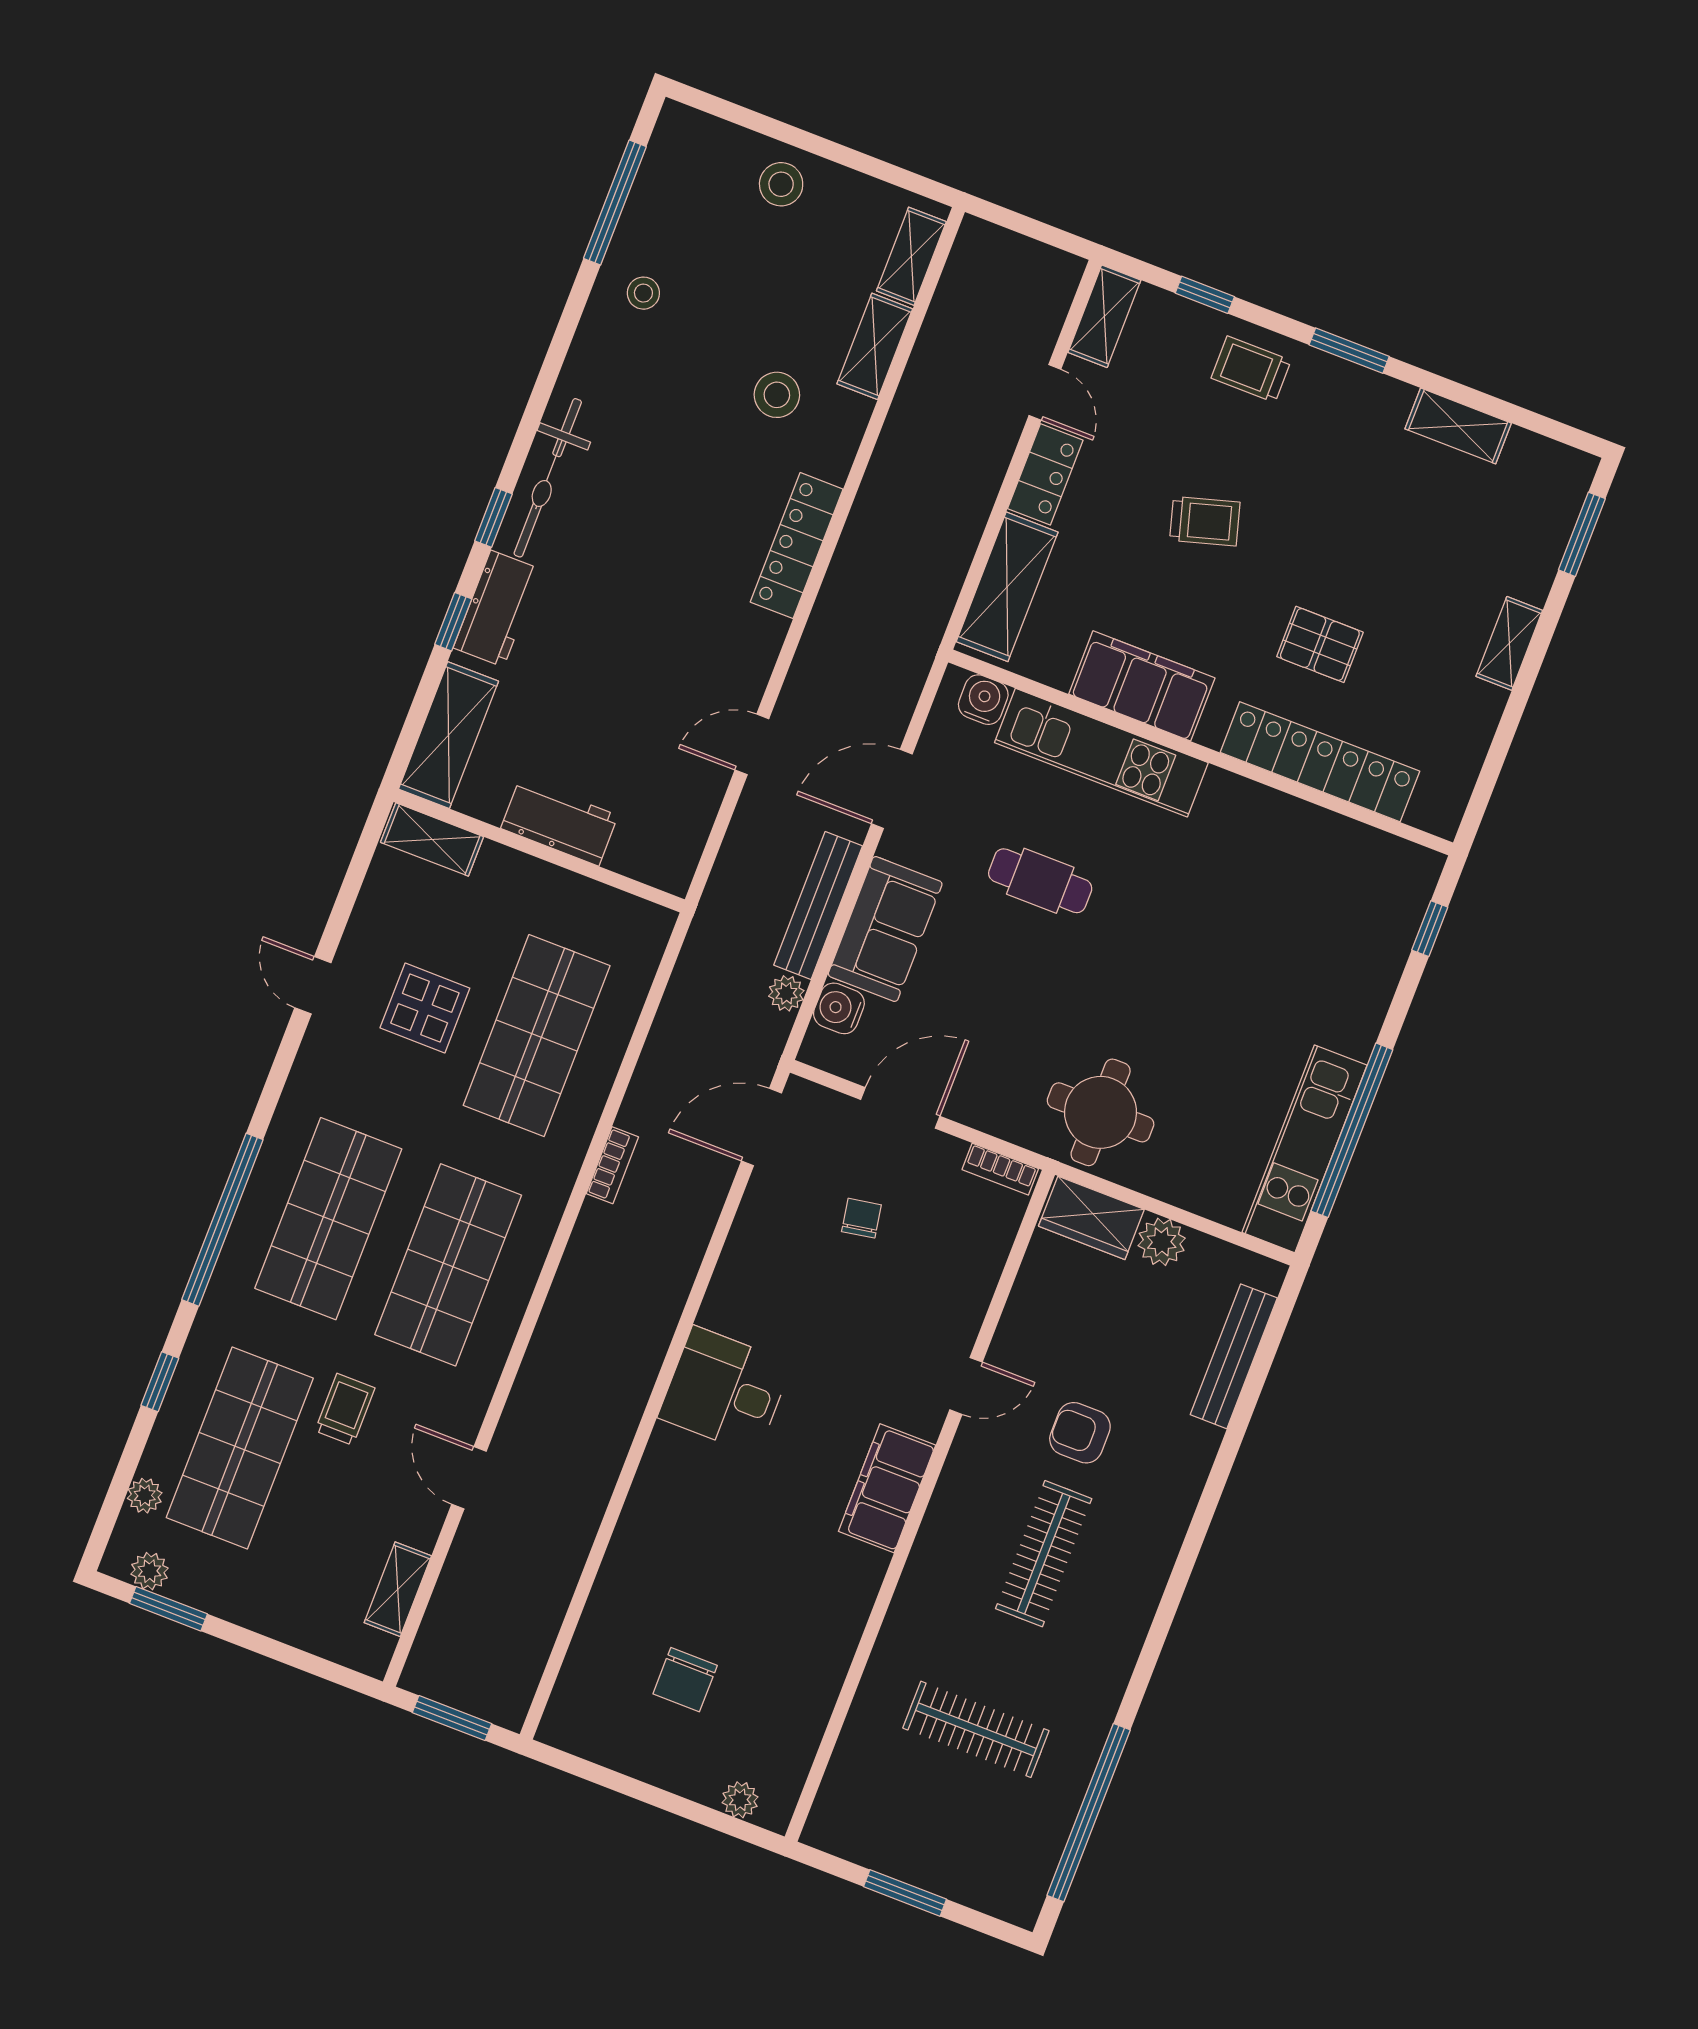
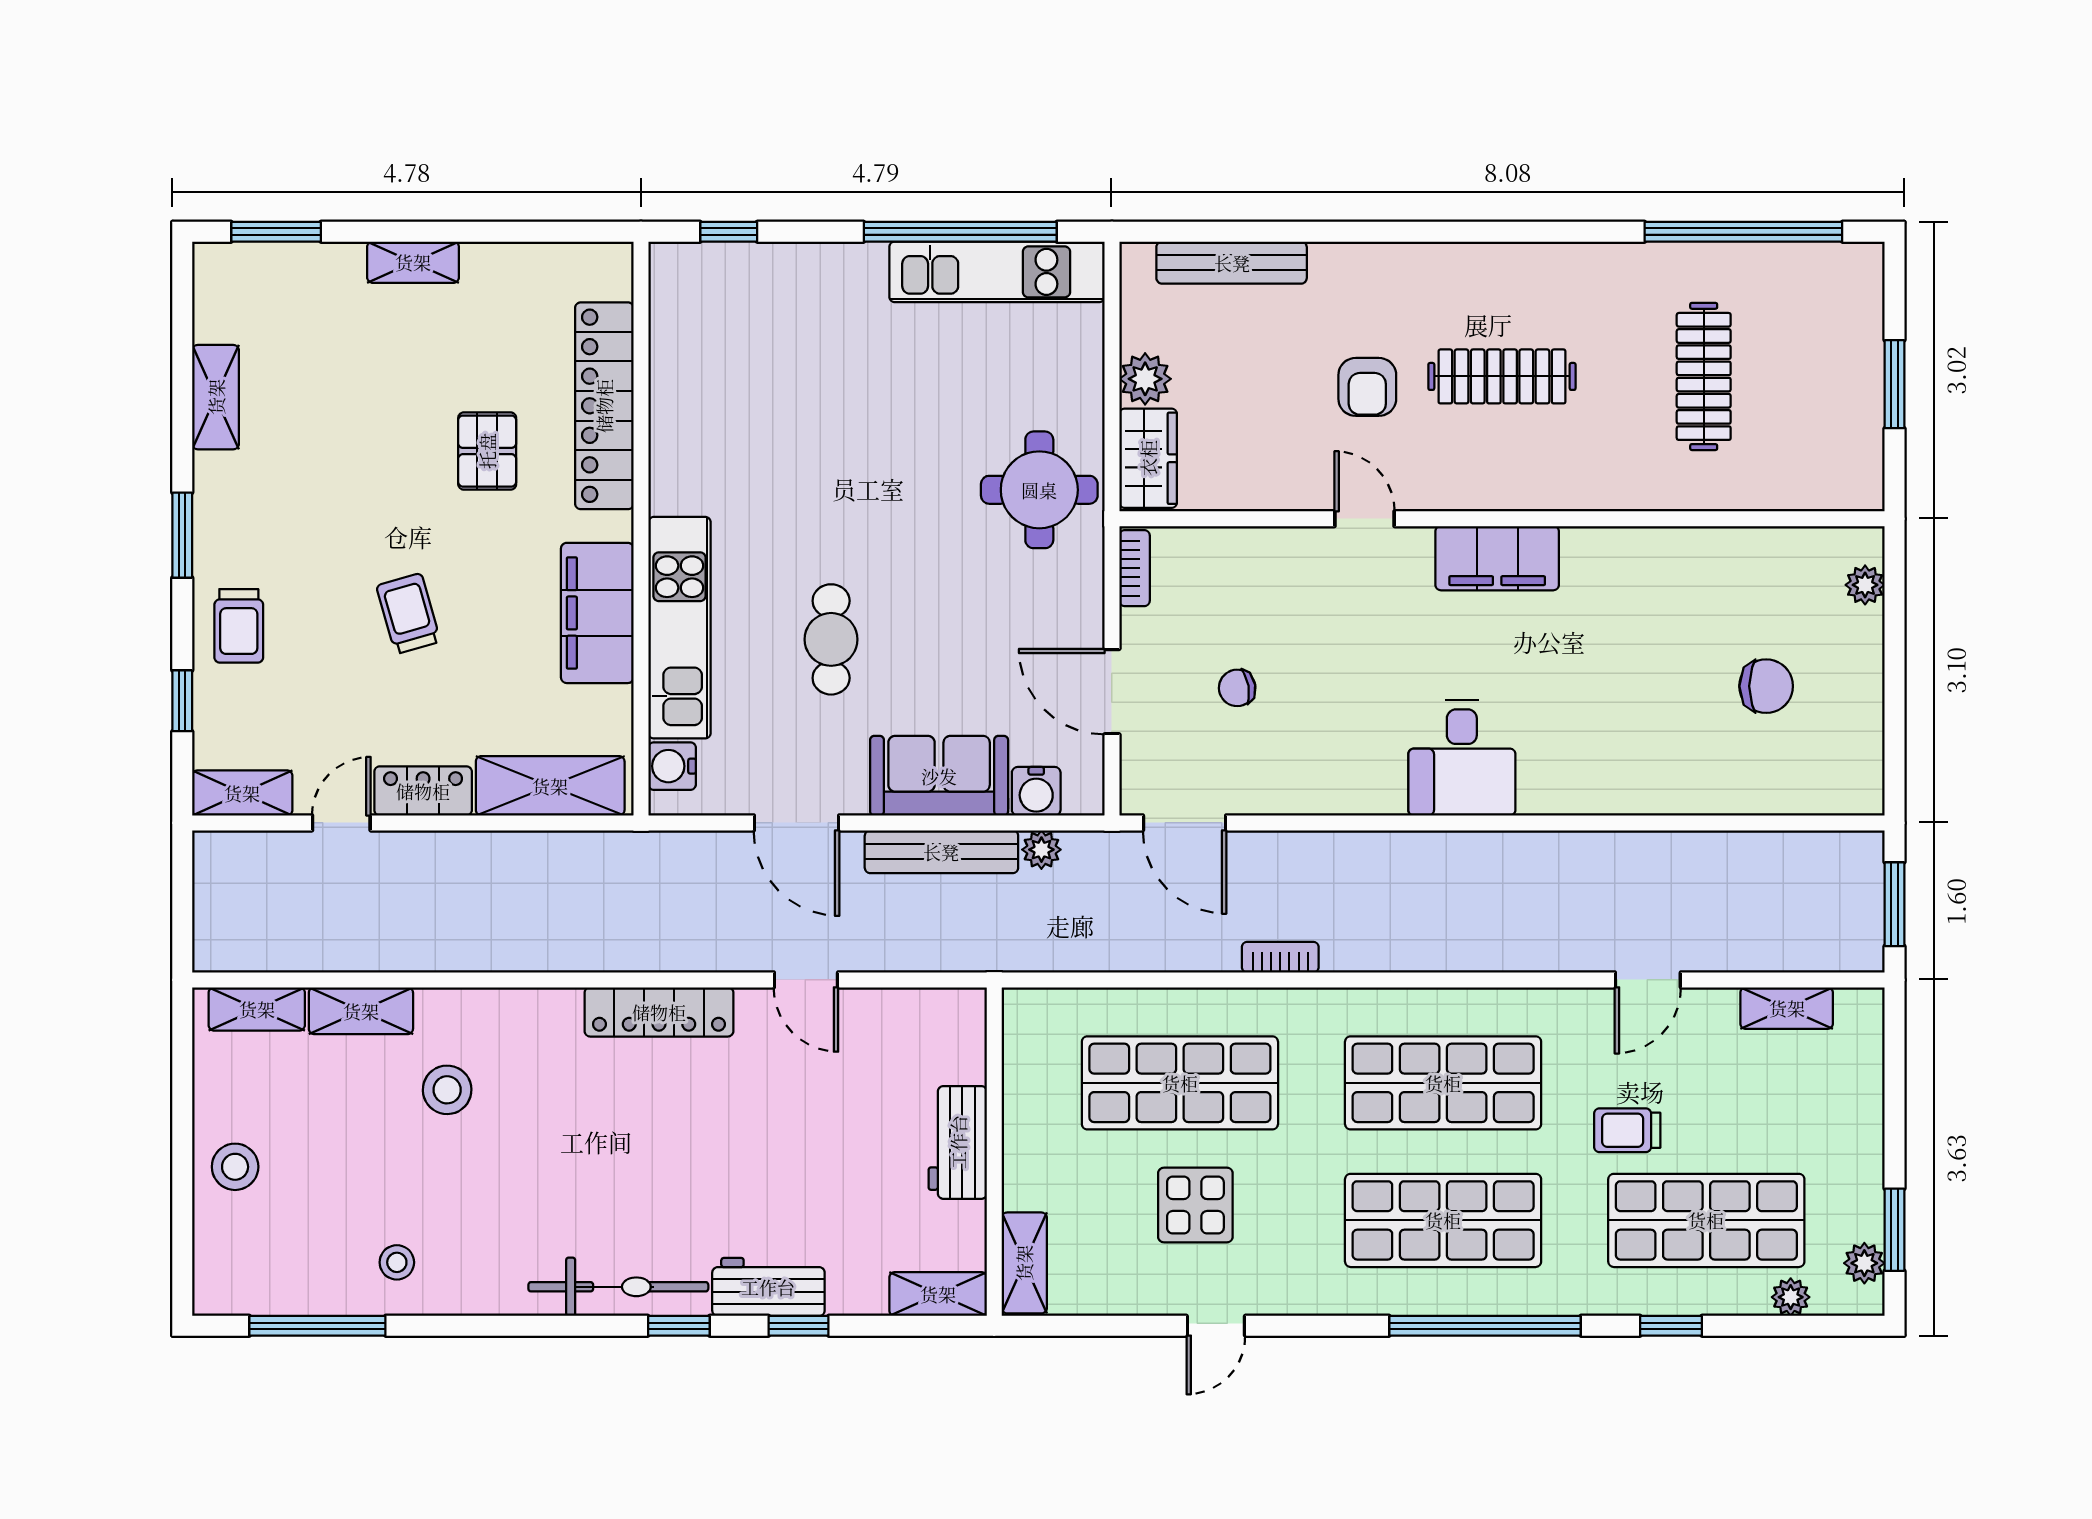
locker: (797, 546) -> (659, 1012), moved
shelving: (448, 735) -> (938, 1294), width x0.67, depth x0.75

